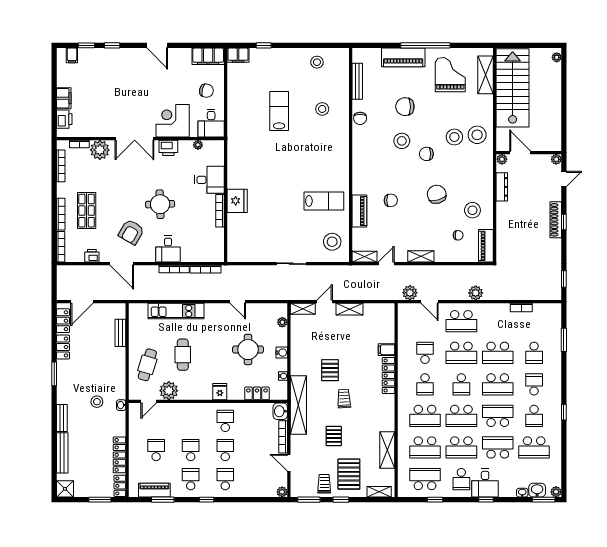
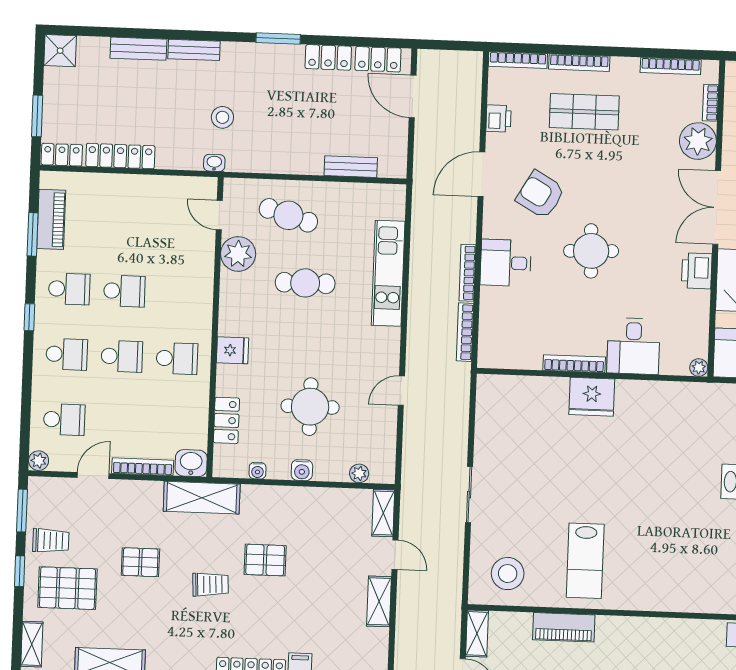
plant: (198, 145) -> (699, 368), moved
shelving: (298, 405) -> (202, 498), width x0.68
school desk: (156, 450) -> (64, 420), moved
bench: (62, 453) -> (138, 49), width x0.73

